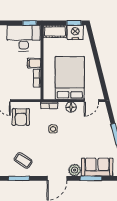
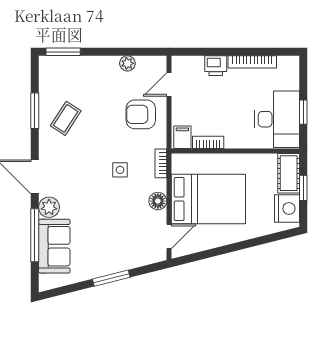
window: (30, 23) -> (303, 112), moved
window: (74, 23) -> (303, 188), moved
filing cabinet: (34, 63) -> (182, 137), moved
door: (91, 101) -> (169, 236), swing flipped
window: (91, 178) -> (35, 235), width x1.44

